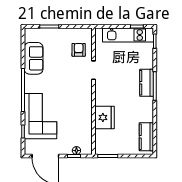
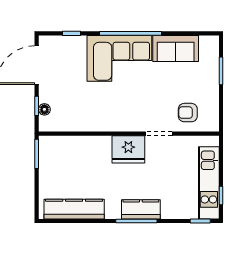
armchair: (79, 50) -> (188, 113), turned 180
corner sofa: (41, 116) -> (119, 58), moved
fridge: (104, 117) -> (128, 149), moved
kitchen counter: (146, 137) -> (74, 209), width x1.50

